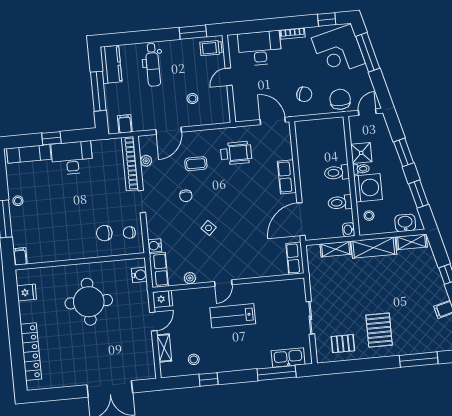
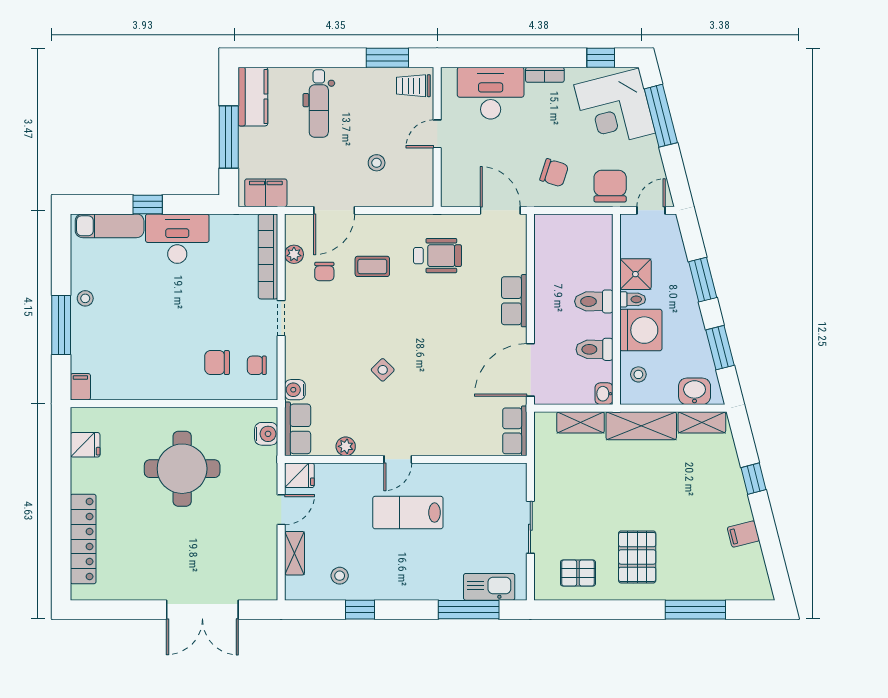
filing cabinet: (125, 124) -> (266, 193), width x2.00
chair: (186, 196) -> (324, 272), moved

